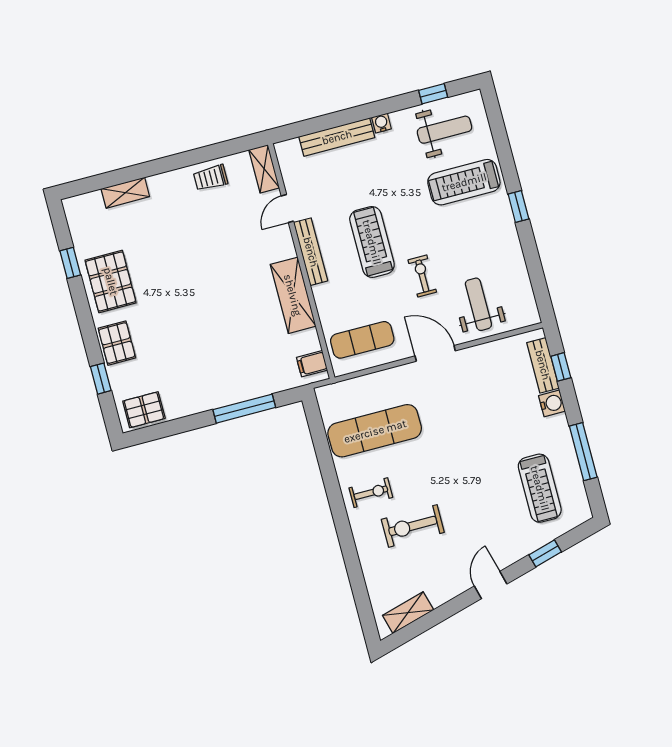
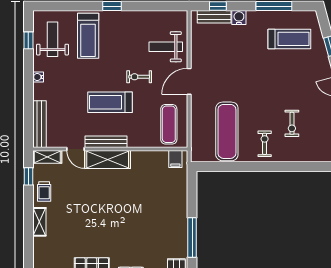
bench: (337, 137) -> (39, 124), moved
window: (227, 148) -> (28, 176), added
shelving: (125, 193) -> (39, 222), moved
shelving: (293, 295) -> (108, 160), moved
window: (244, 409) -> (192, 237), moved
exercise bike: (413, 526) -> (292, 123), width x0.73, depth x0.72

